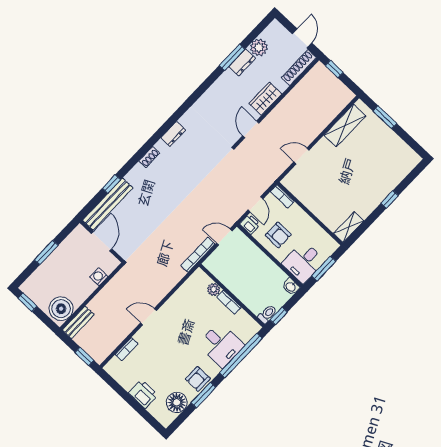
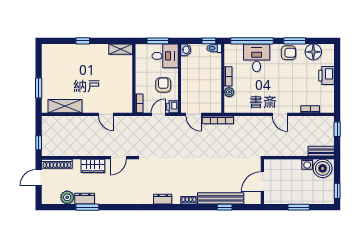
bench: (108, 204) -> (221, 198), moved
washing machine: (99, 277) -> (307, 164), moved

